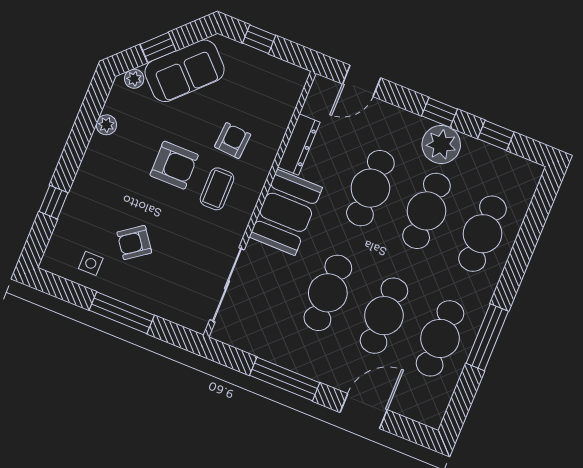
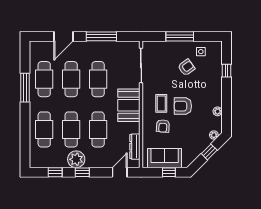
sofa: (185, 71) -> (165, 158), moved, turned 45
dresser: (299, 145) -> (135, 147), moved

